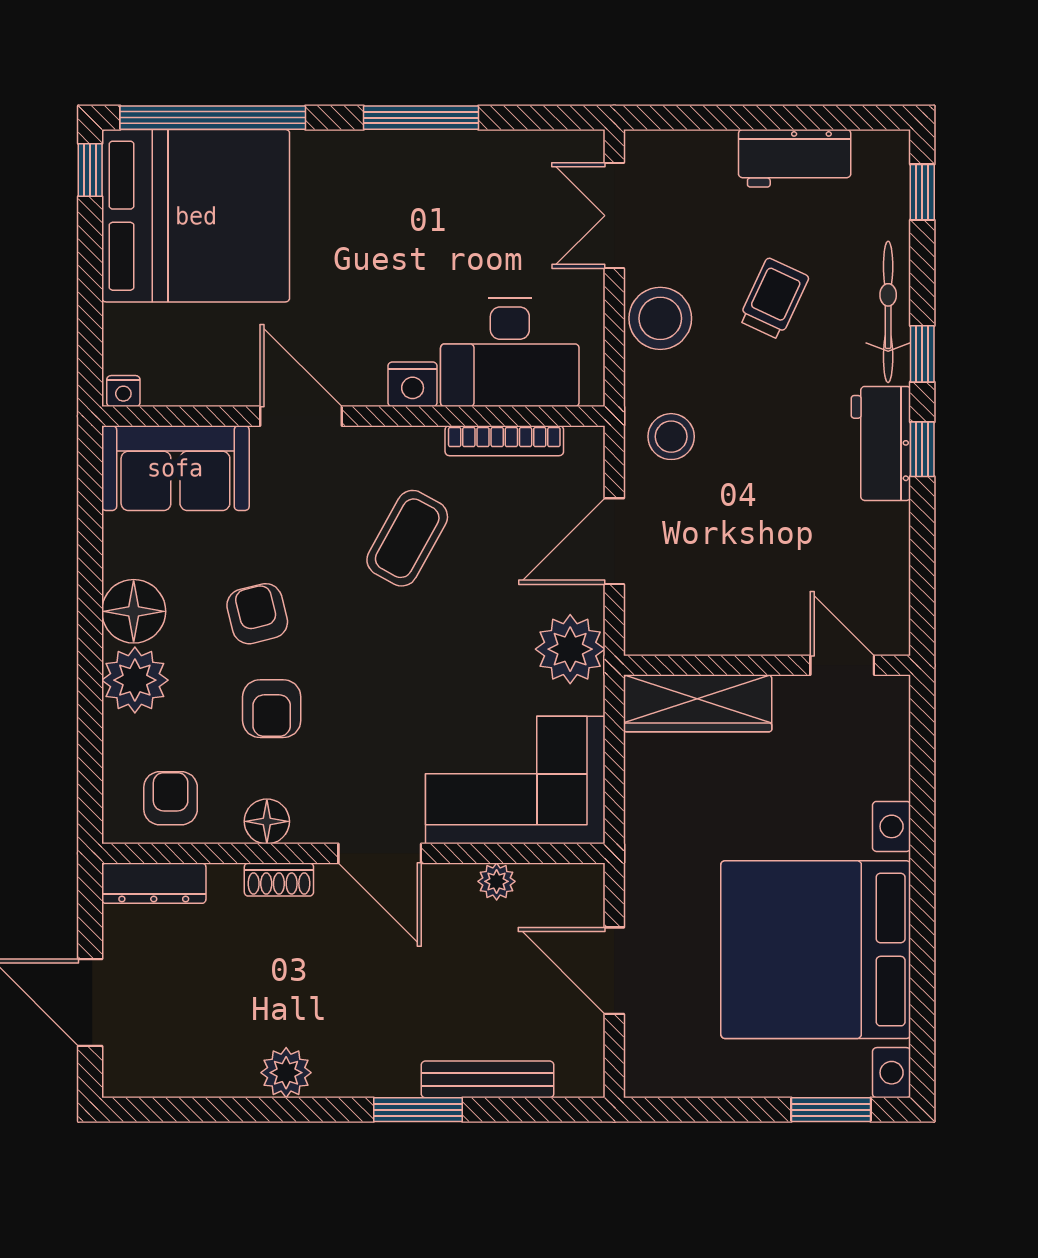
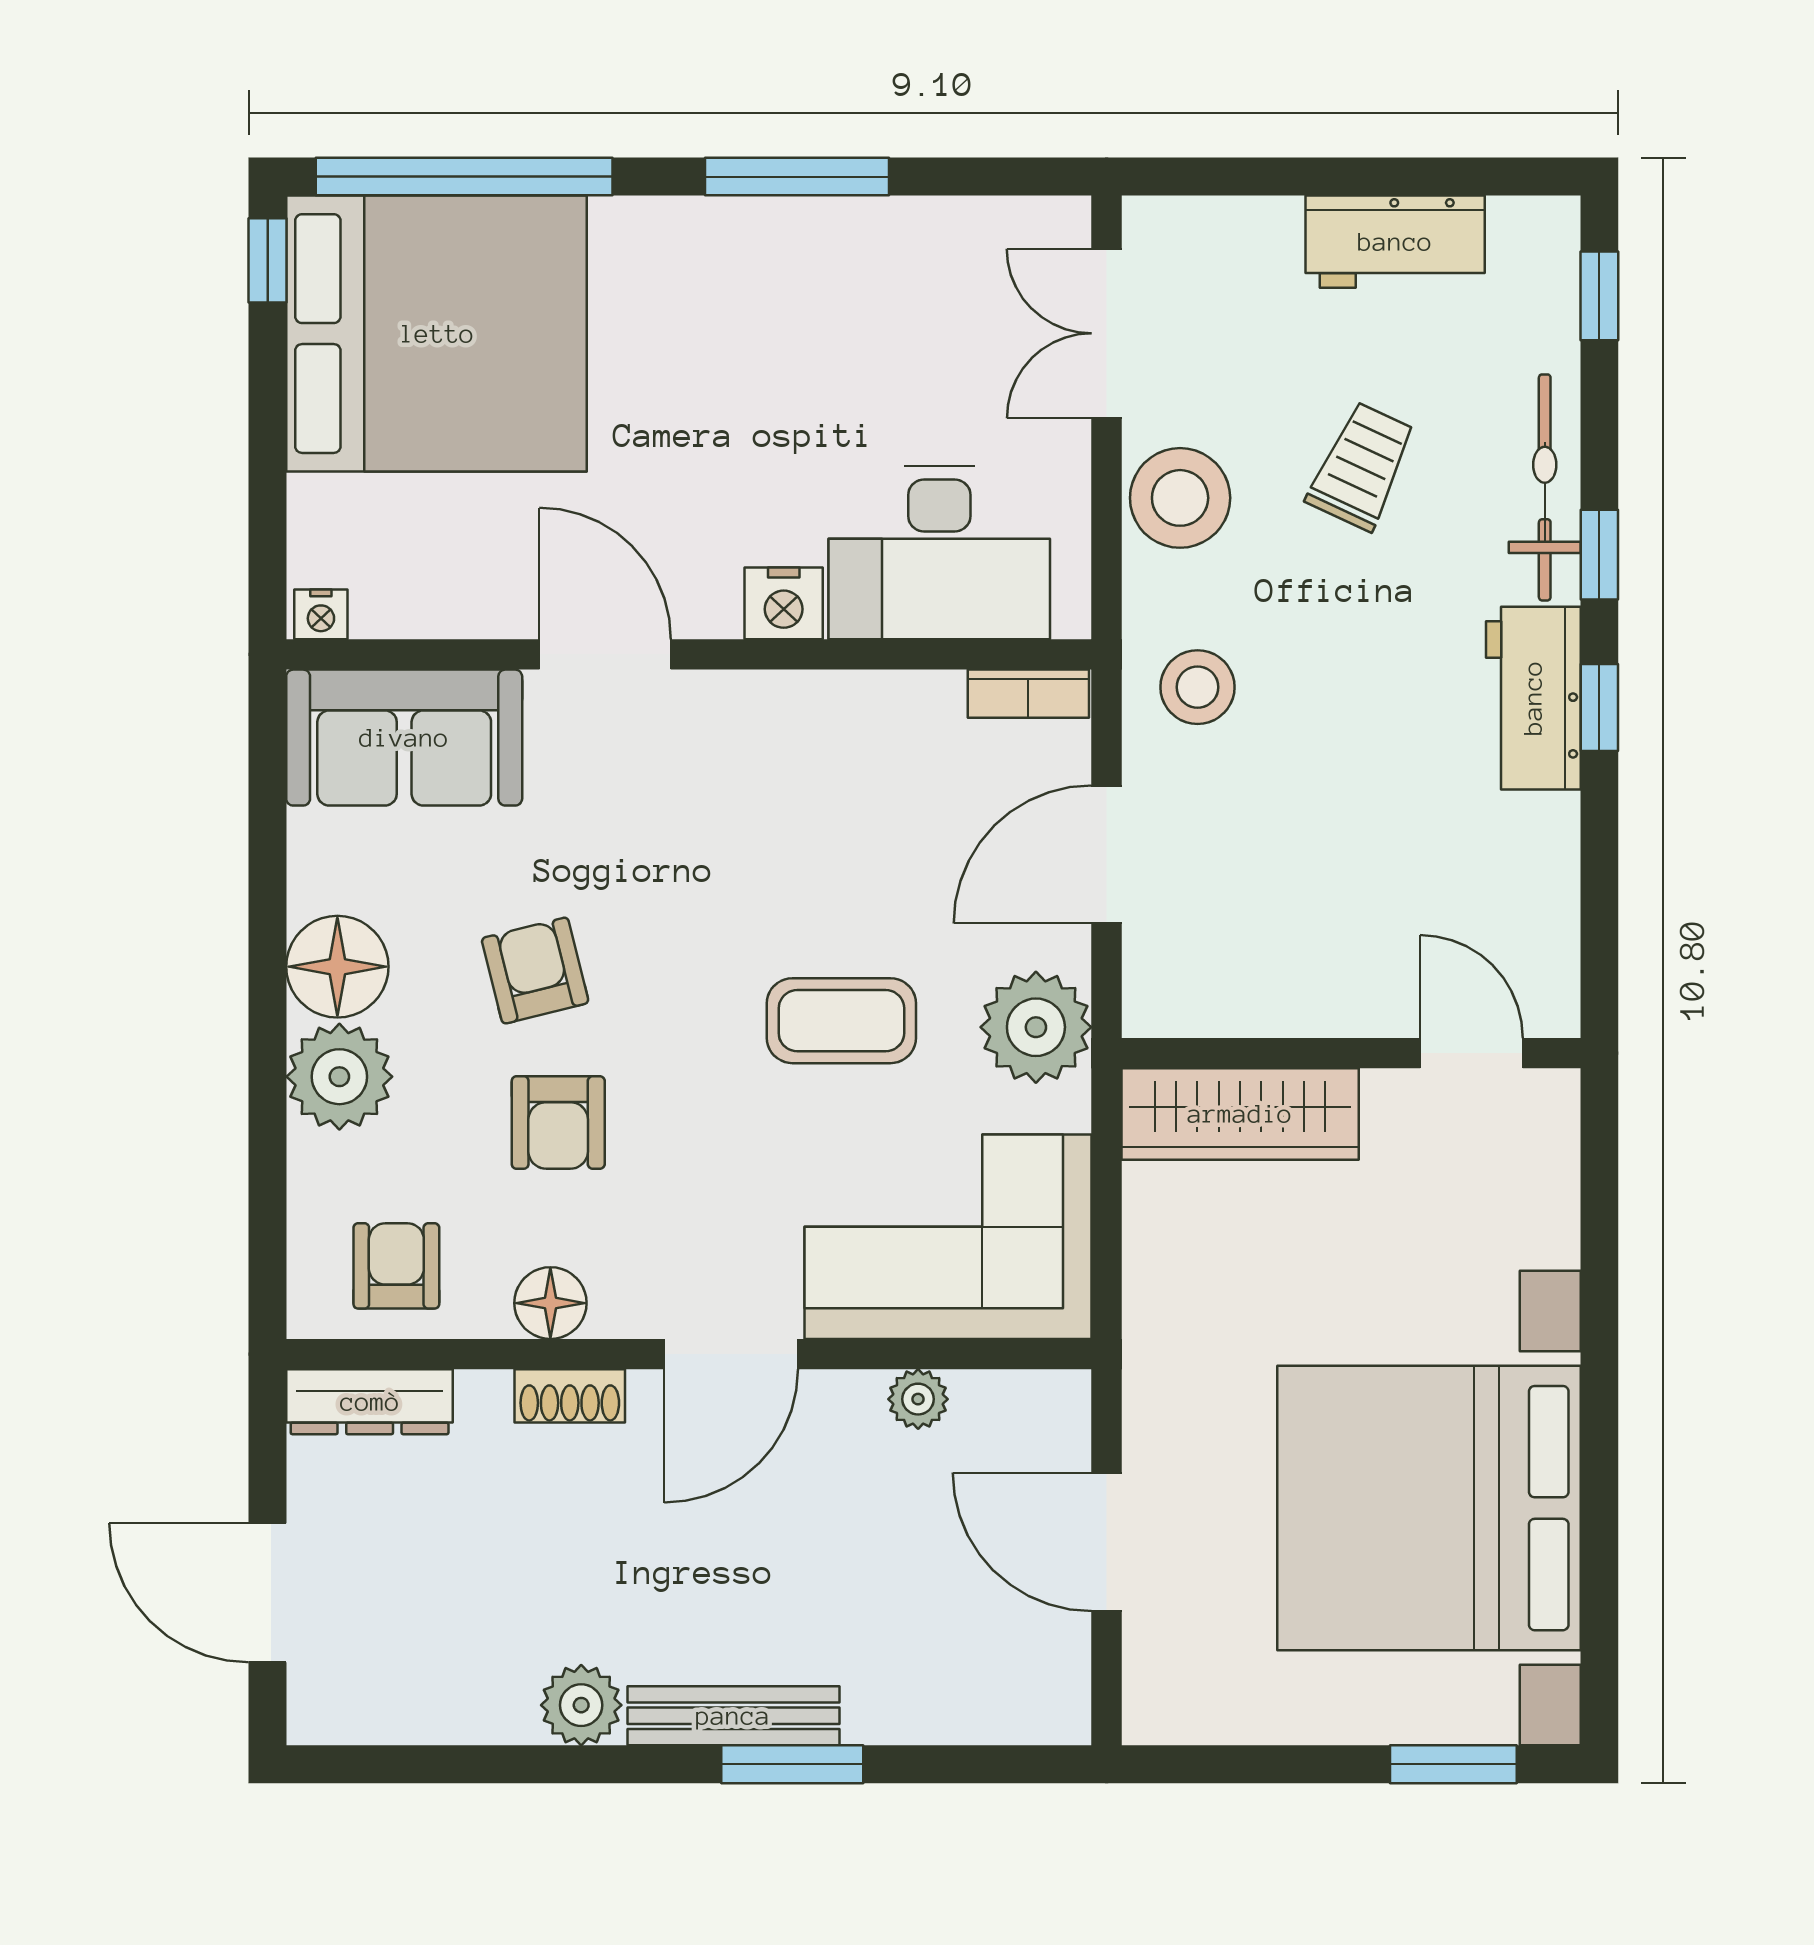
bookcase: (504, 441) -> (1028, 694), moved, width x0.64
coffee table: (407, 538) -> (841, 1021), moved, turned 61
door: (380, 853) -> (731, 1354), hinge flipped
bench: (487, 1079) -> (733, 1716), moved

